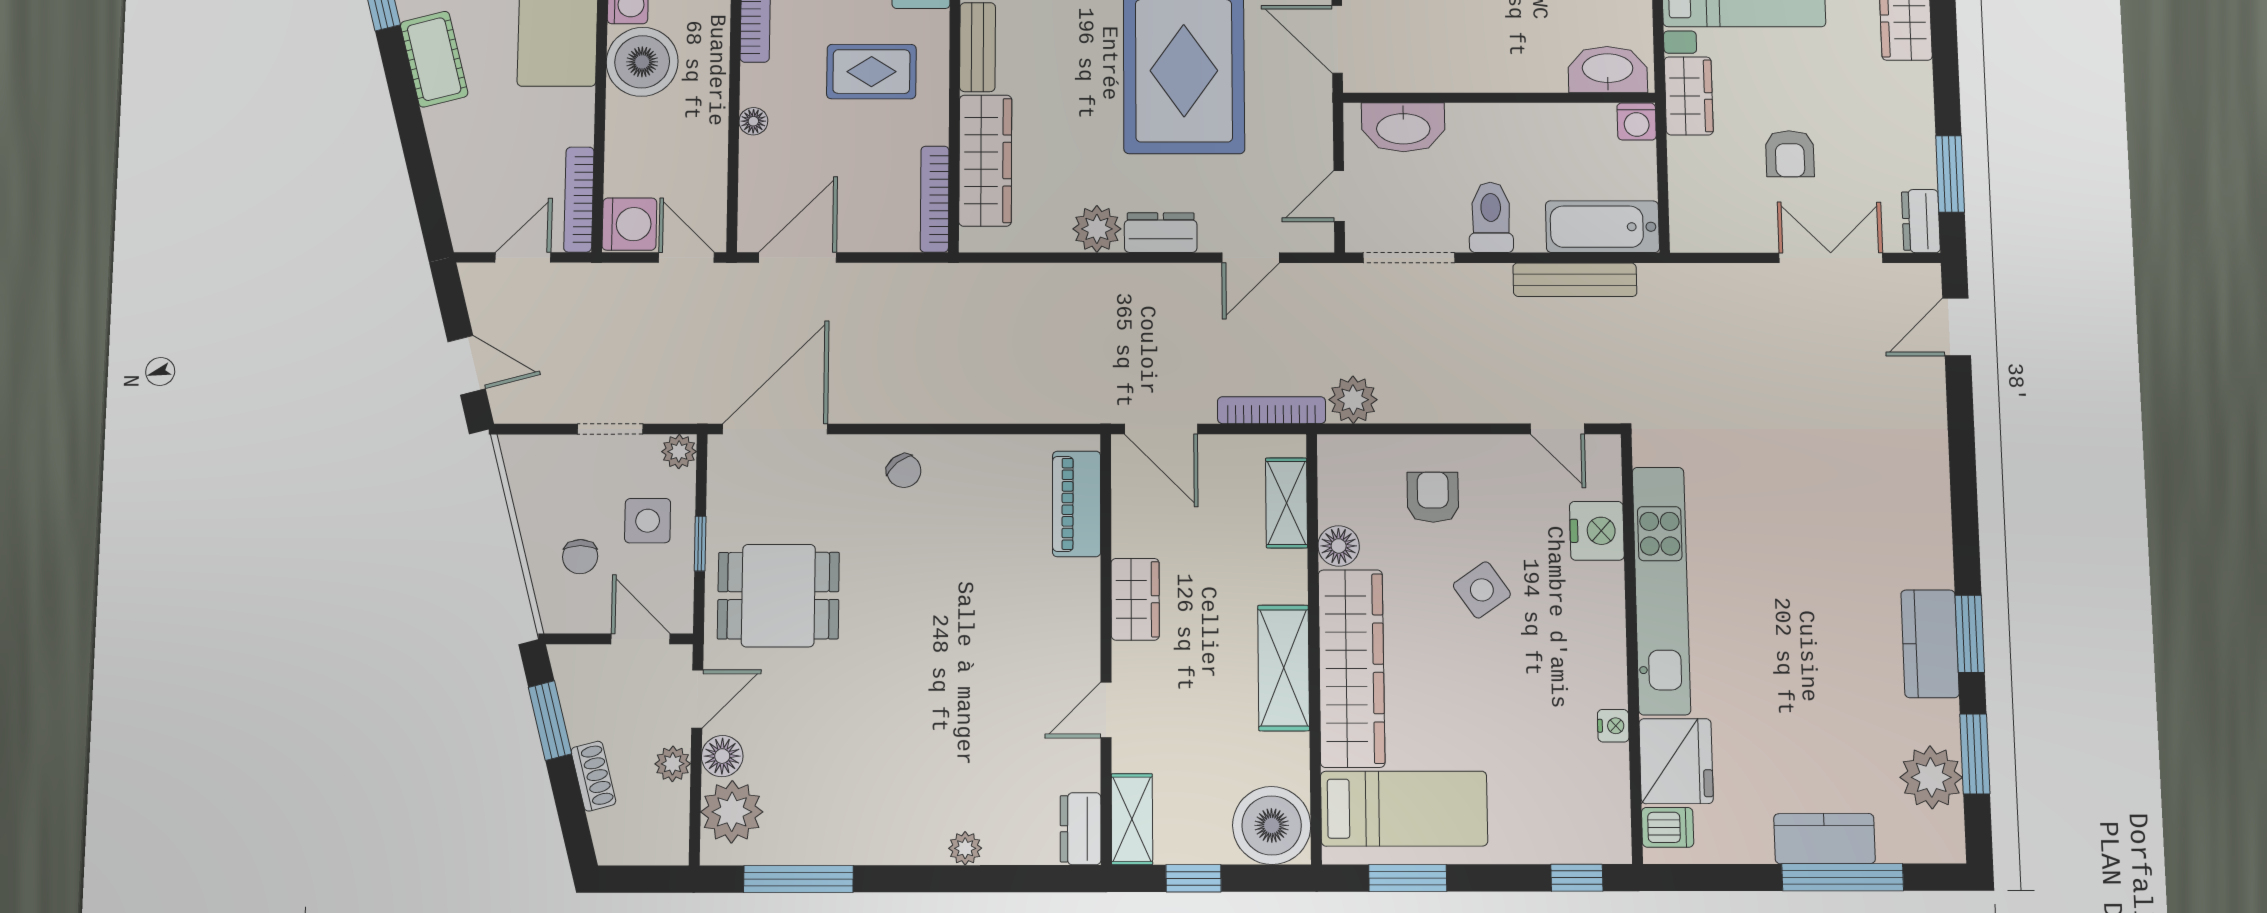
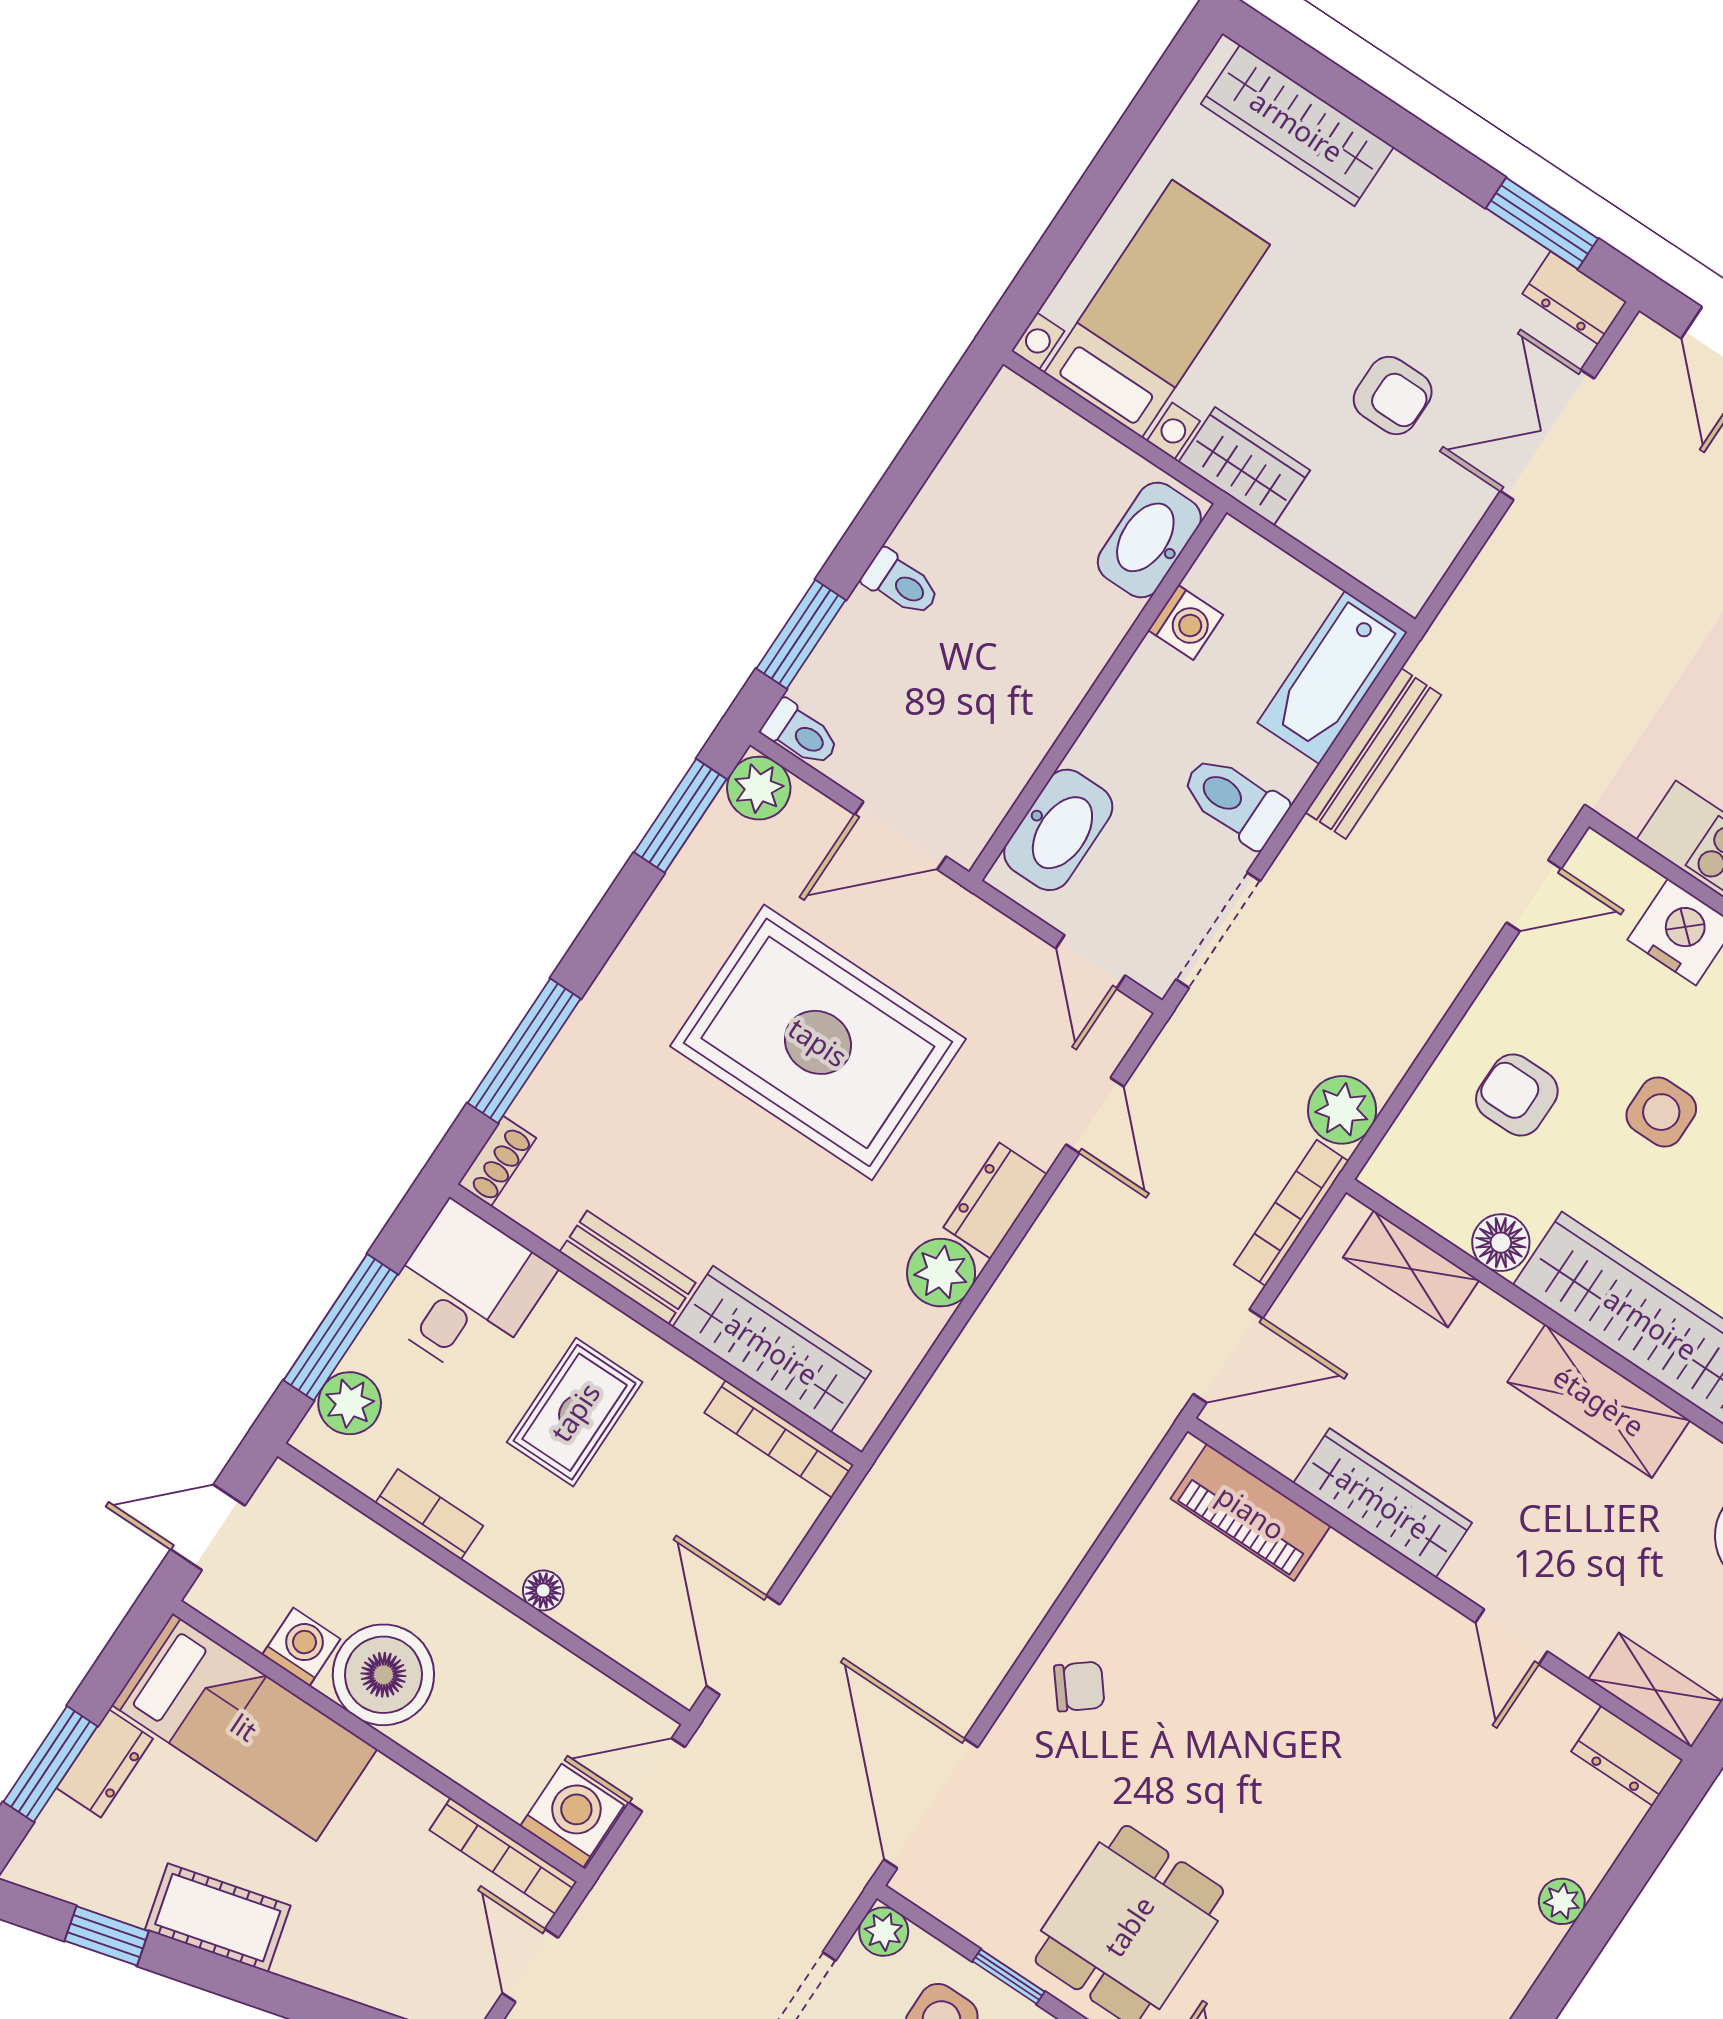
washing machine: (1637, 122) -> (1186, 622), moved
side table: (1482, 590) -> (1661, 1112), turned 35
wardrobe: (1135, 599) -> (1383, 1503), width x1.50

